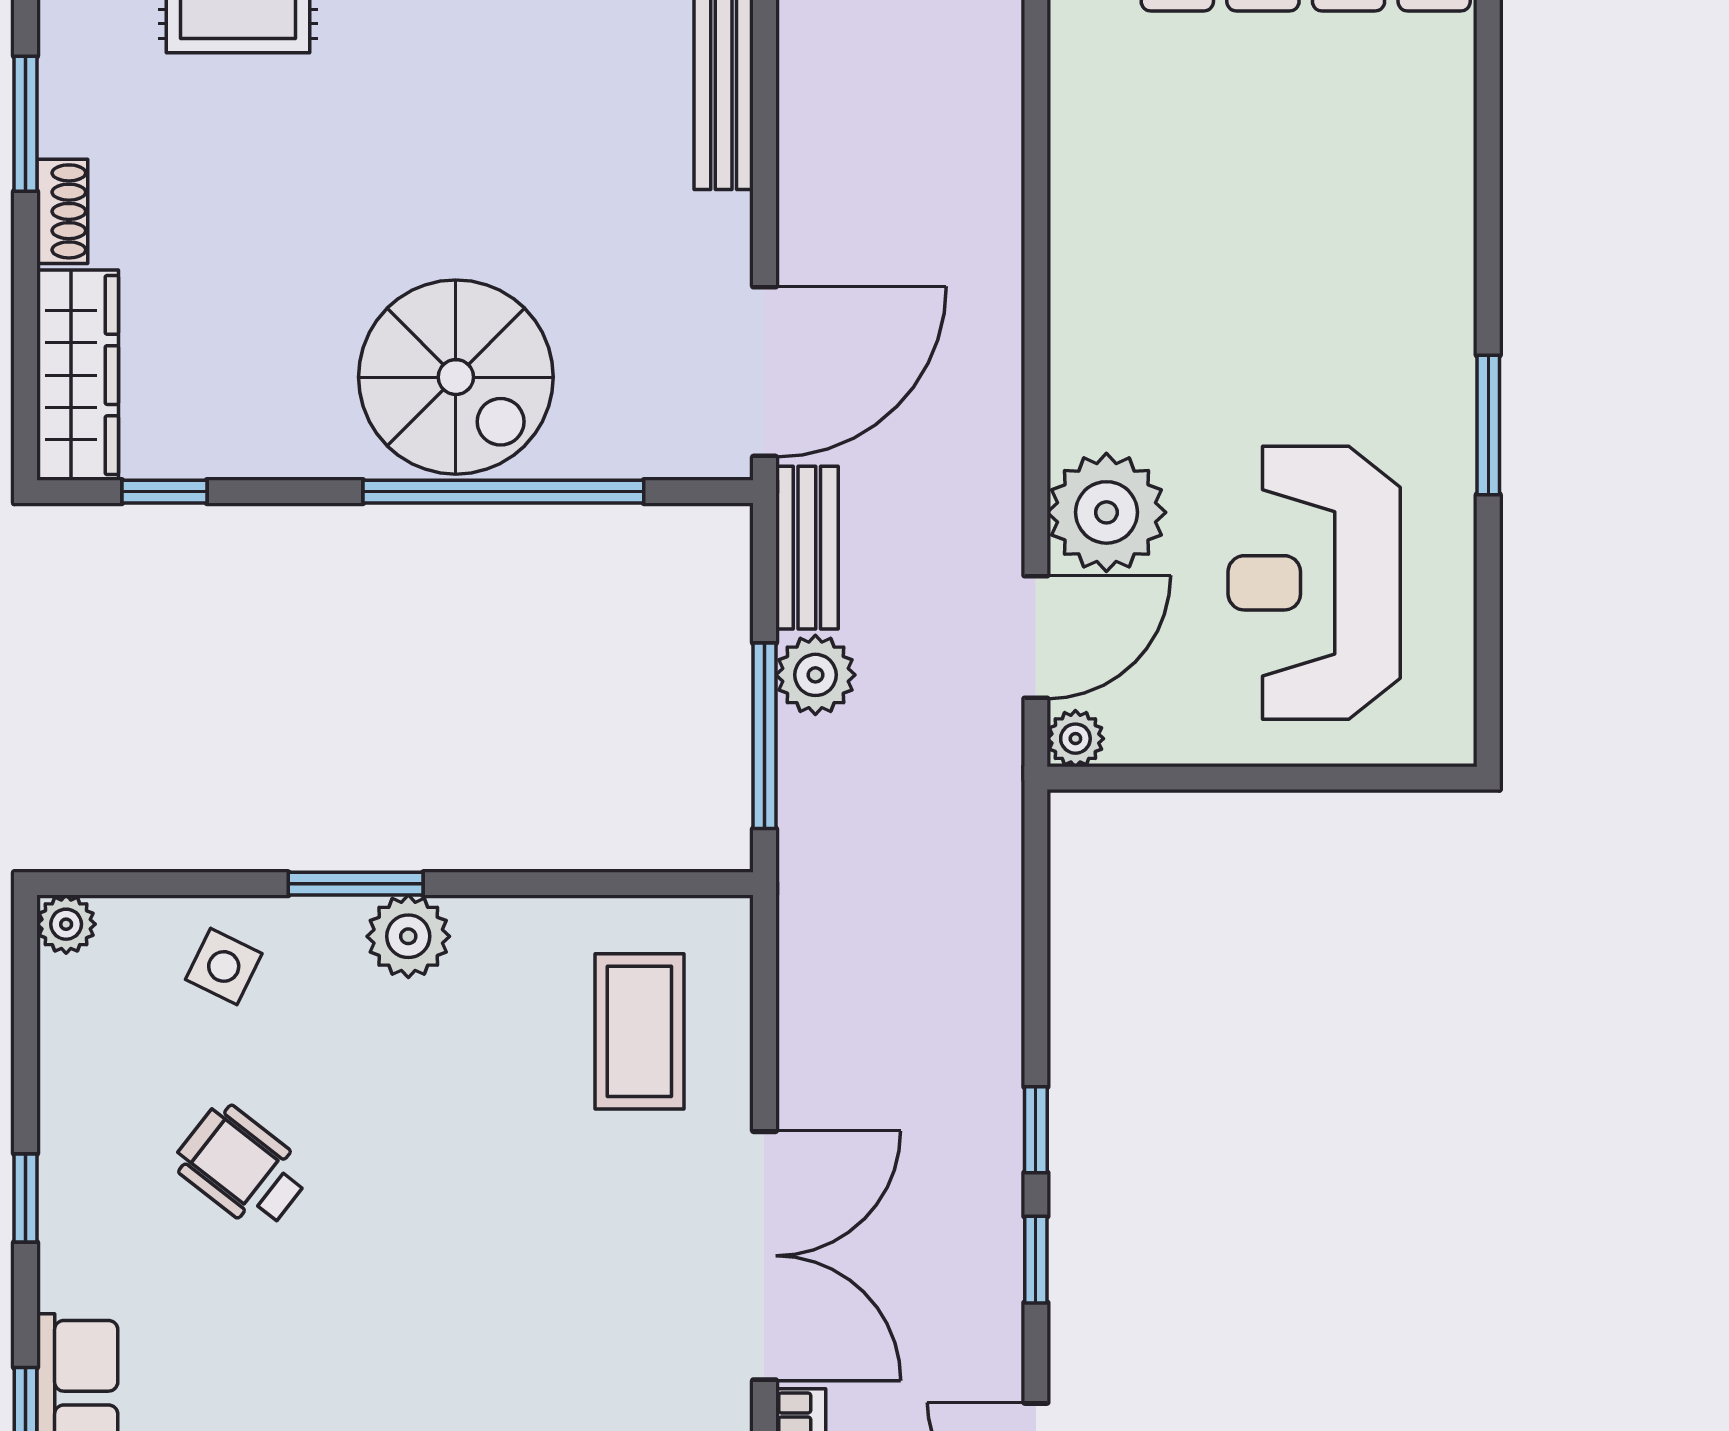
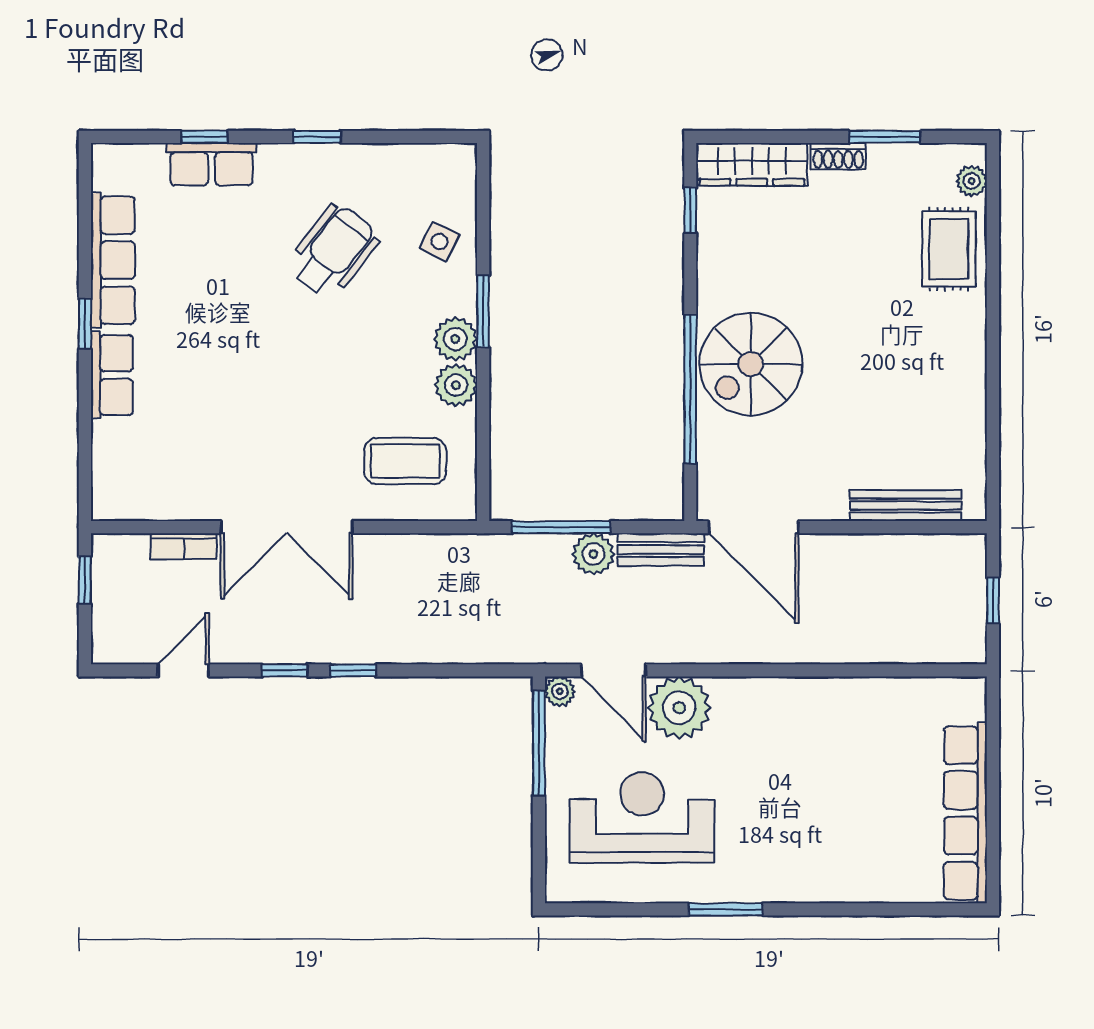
window: (1173, 778) -> (539, 743), added
plant: (66, 924) -> (456, 385), moved, width x1.38, depth x1.38
wheelchair: (242, 1167) -> (333, 251), width x1.36, depth x1.37

